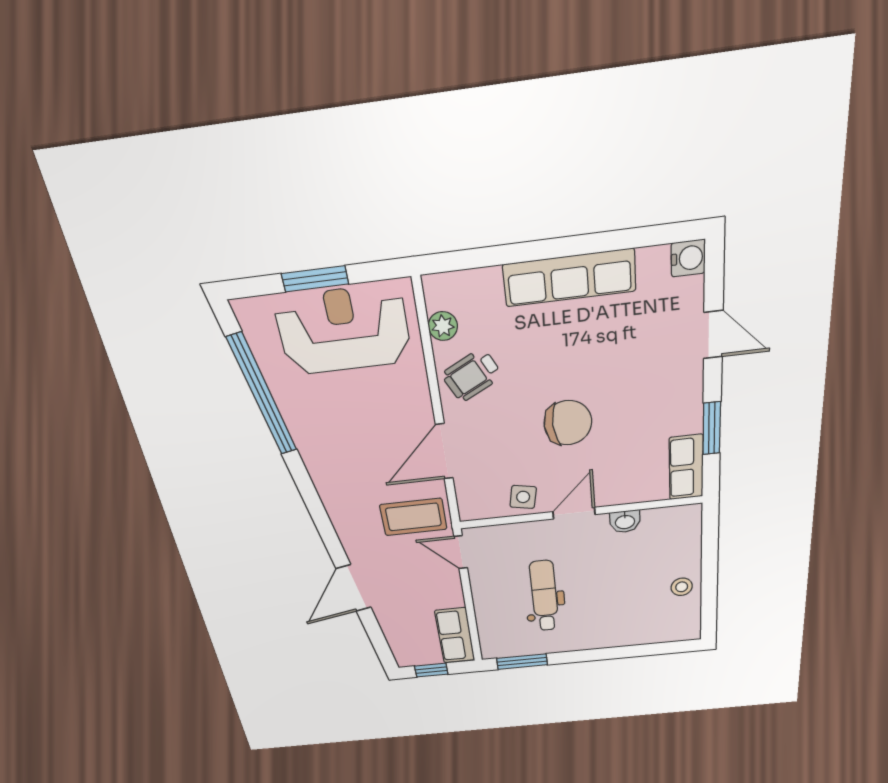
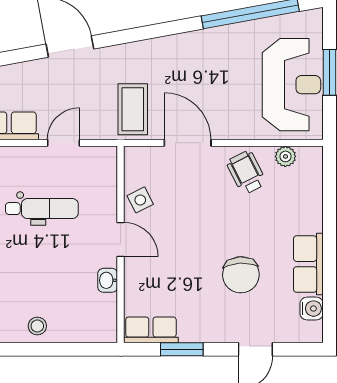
water cooler: (688, 258) -> (312, 309), moved, turned -90
row of seats: (569, 278) -> (308, 264), width x0.68
chair: (568, 423) -> (241, 275), moved
side table: (523, 497) -> (140, 200), turned -38
door: (461, 552) -> (63, 143), moved

